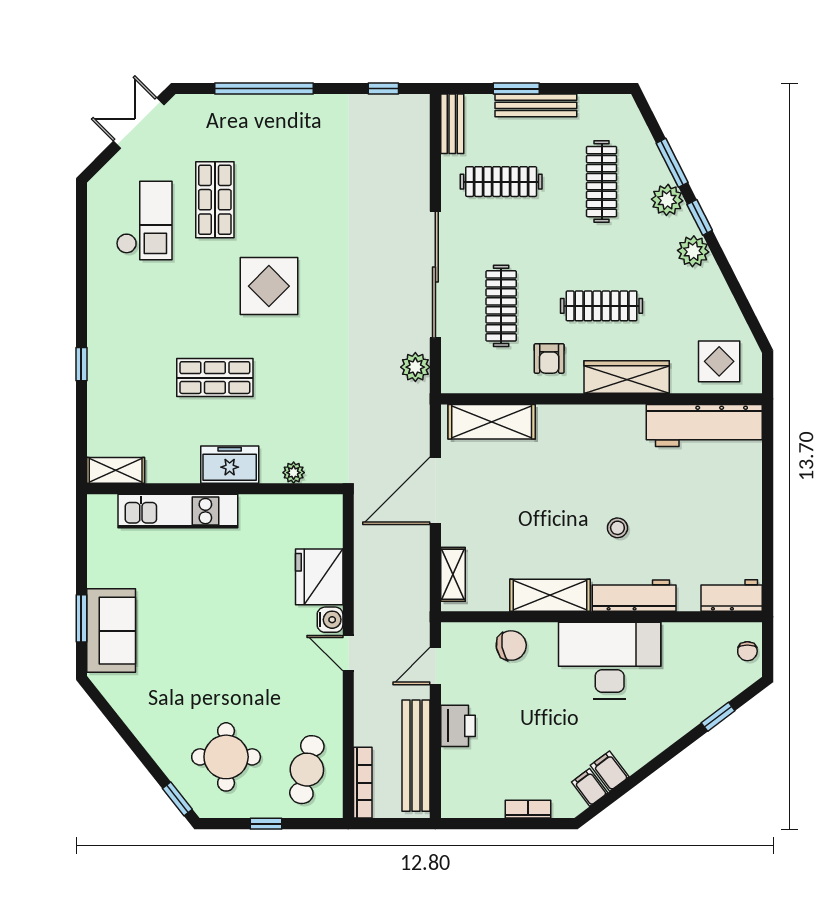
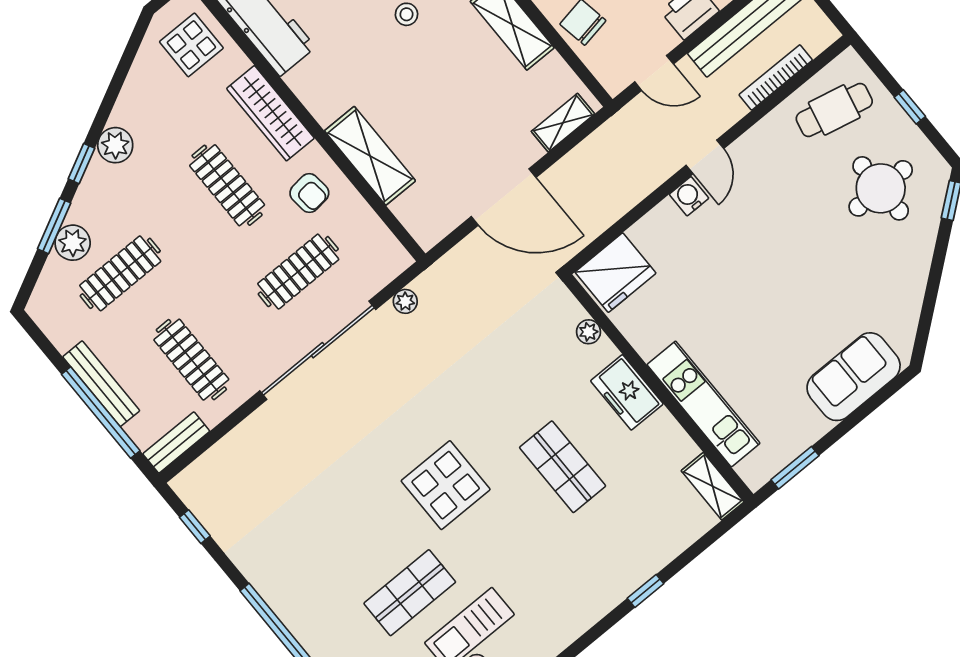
window: (516, 89) -> (101, 413), width x2.11
plant: (667, 200) -> (73, 243), moved
armchair: (549, 358) -> (309, 193), turned 84
plant: (415, 367) -> (405, 301), width x0.73, depth x0.73
shelving: (492, 422) -> (370, 156), moved
fridge: (319, 577) -> (615, 273), moved
window: (81, 618) -> (795, 468), moved
bookcase: (363, 783) -> (776, 77), moved

